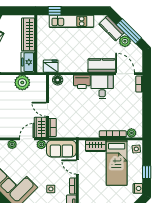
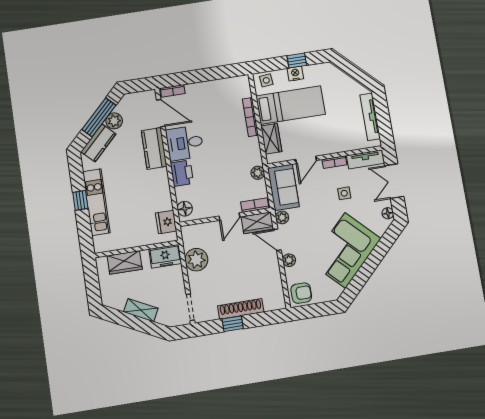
window: (55, 11) -> (80, 200), moved
wardrobe: (28, 34) -> (125, 262), width x0.67
door: (125, 74) -> (161, 113), swing flipped
plant: (131, 133) -> (258, 173), moved
nightstand: (138, 188) -> (295, 74), moved

